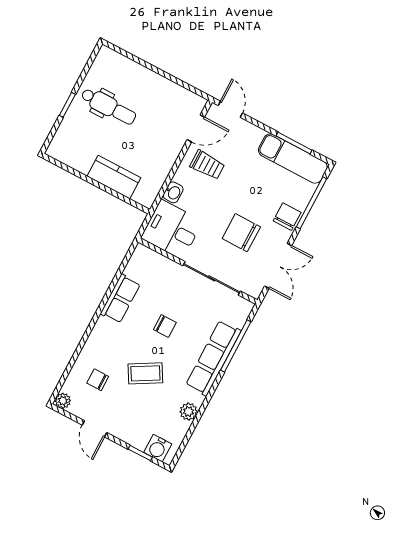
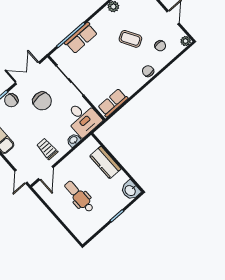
dental chair: (108, 106) -> (79, 196), moved
door: (196, 128) -> (46, 173), swing flipped
washbasin: (61, 150) -> (130, 190), added
row of seats: (120, 299) -> (113, 103), moved
chair: (165, 326) -> (148, 71), moved
row of seats: (213, 358) -> (81, 38), width x0.68

